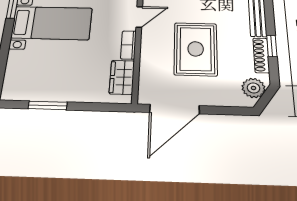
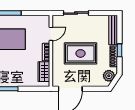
rug: (196, 49) -> (81, 53), turned 90

